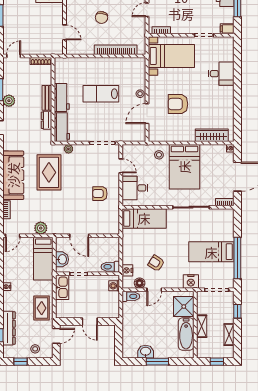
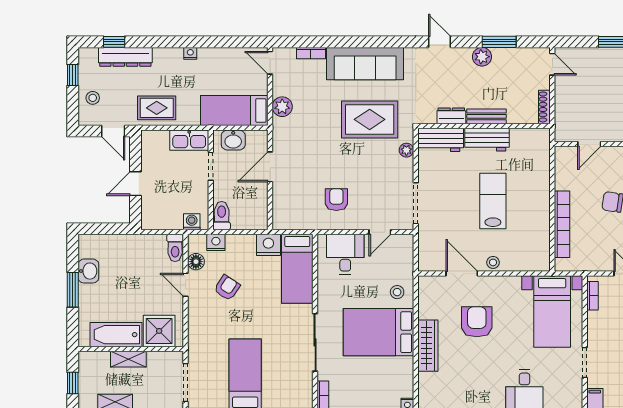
wardrobe: (212, 135) -> (428, 346), moved
nightstand: (191, 282) -> (268, 245), moved, turned 90

